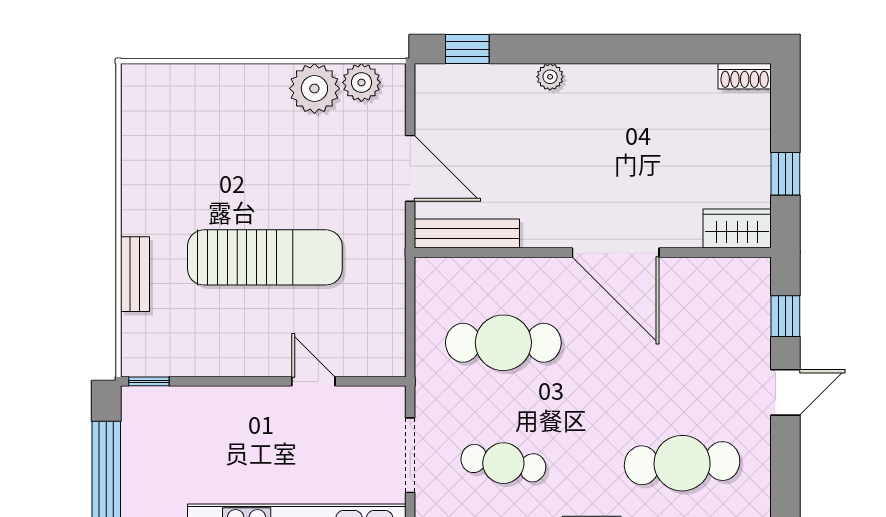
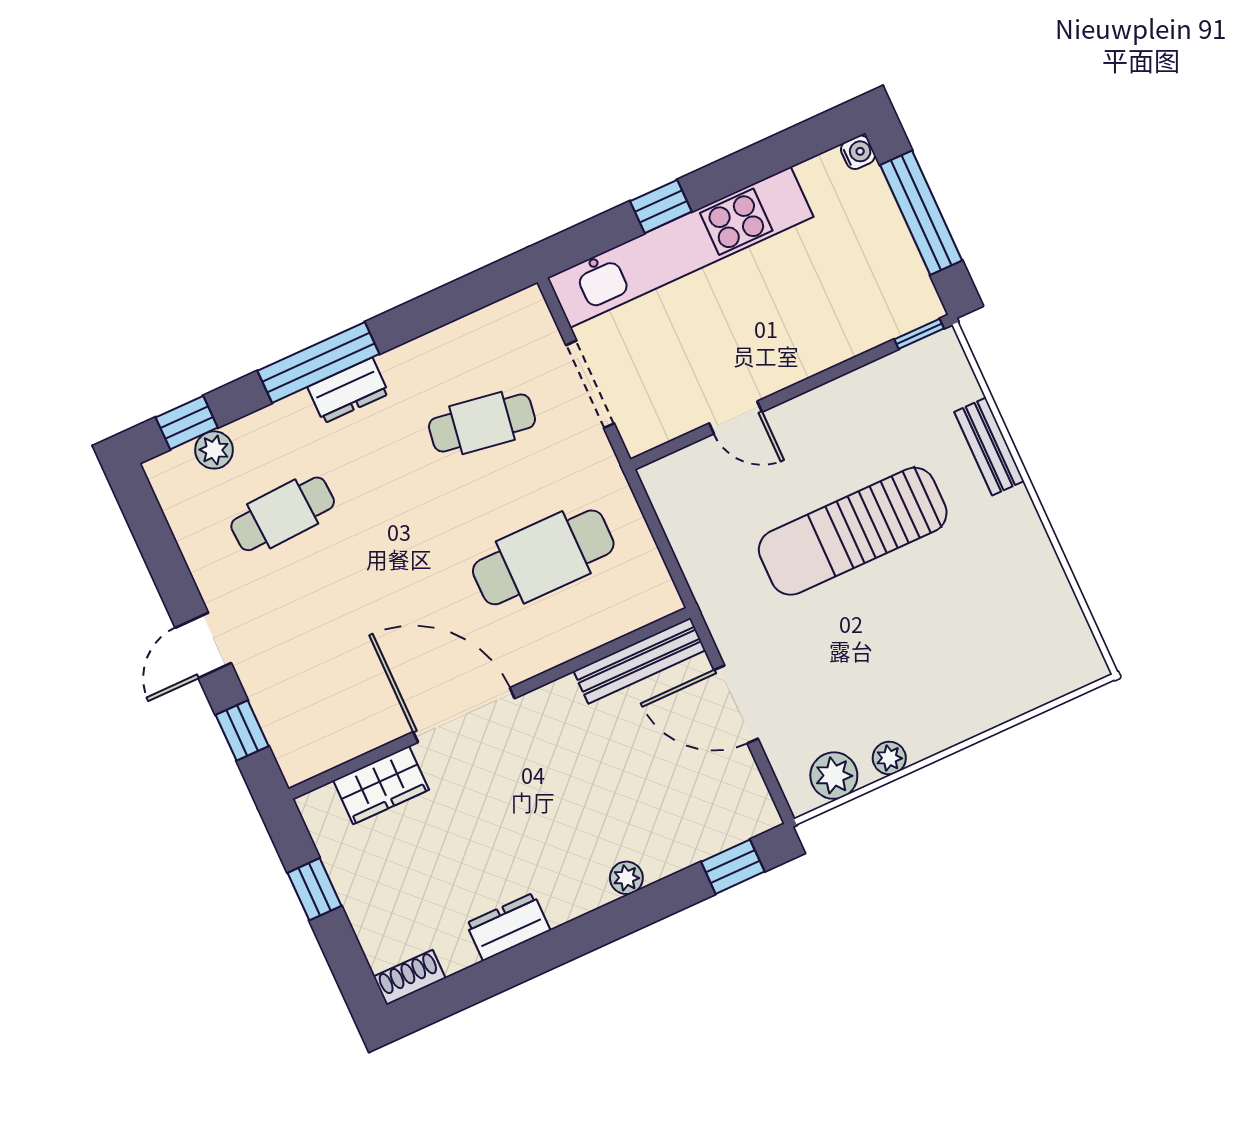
dresser: (654, 80) -> (508, 927), added
plant: (314, 88) -> (889, 758), width x0.53, depth x0.53
wardrobe: (737, 228) -> (381, 785), moved
cafe table: (682, 463) -> (283, 514), width x0.73, depth x0.74

